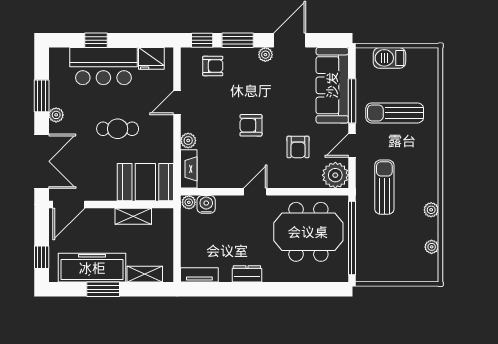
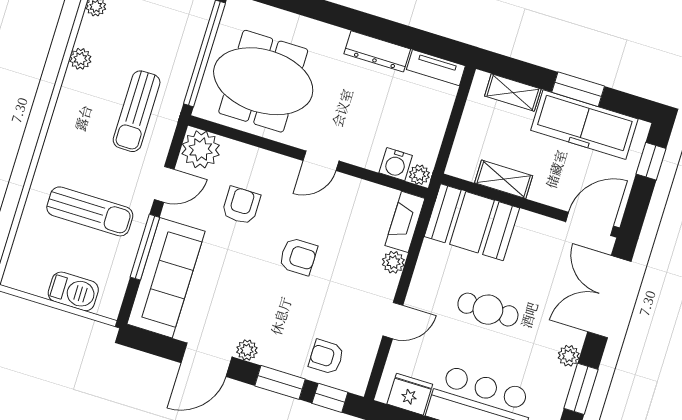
dresser: (247, 274) -> (377, 51), width x1.44

